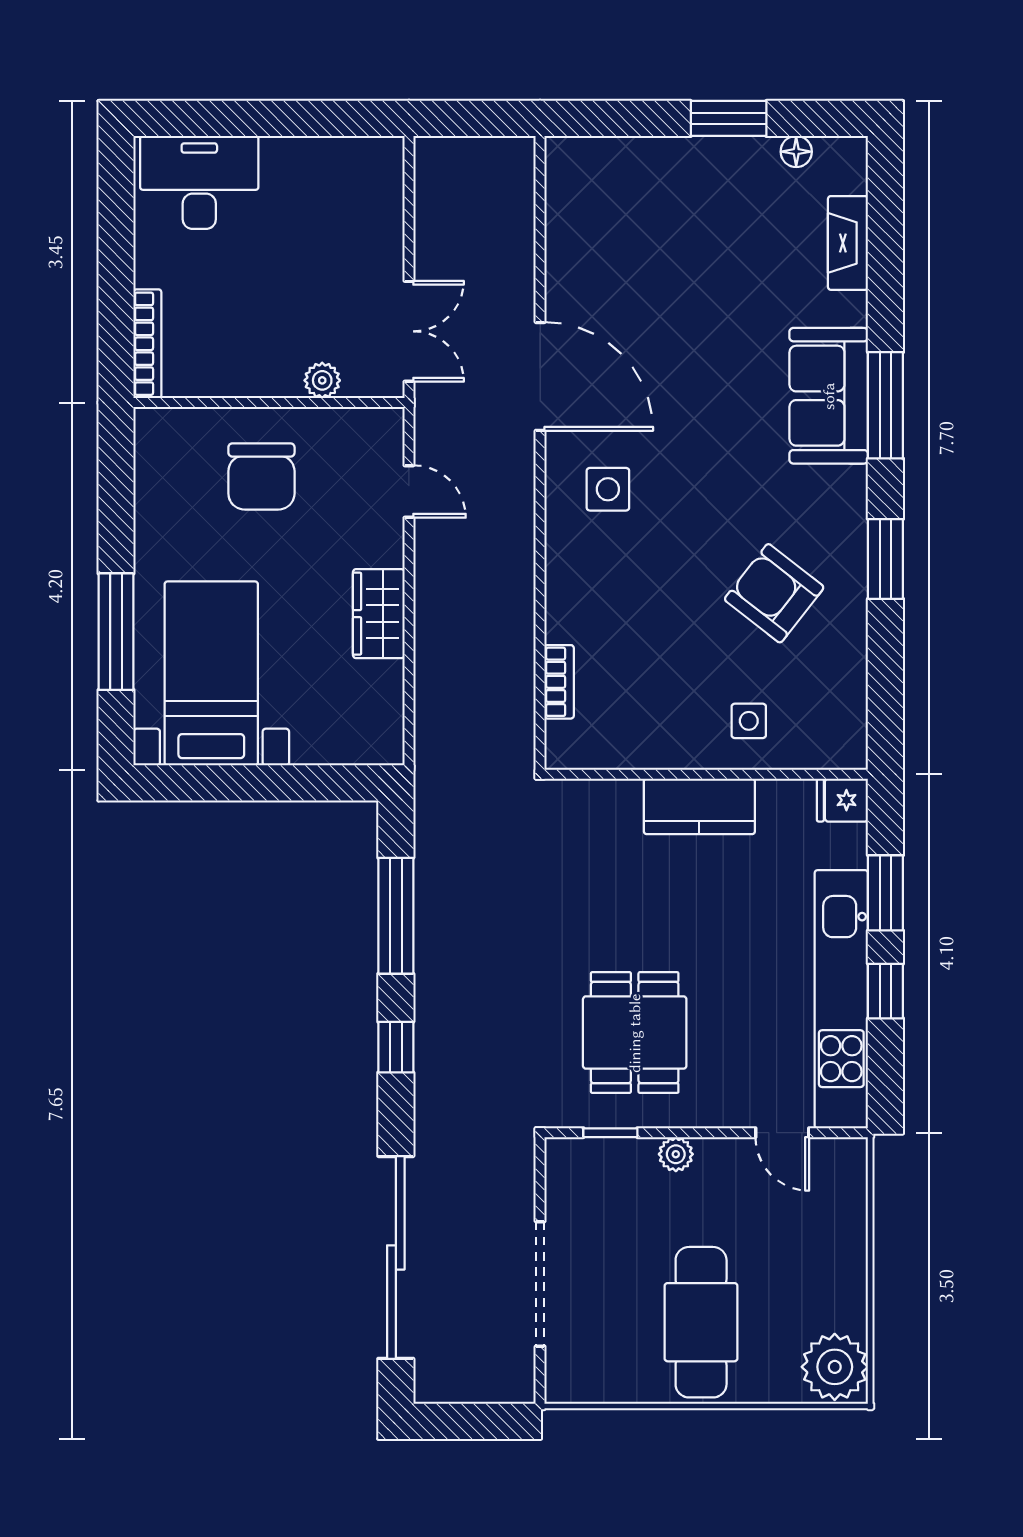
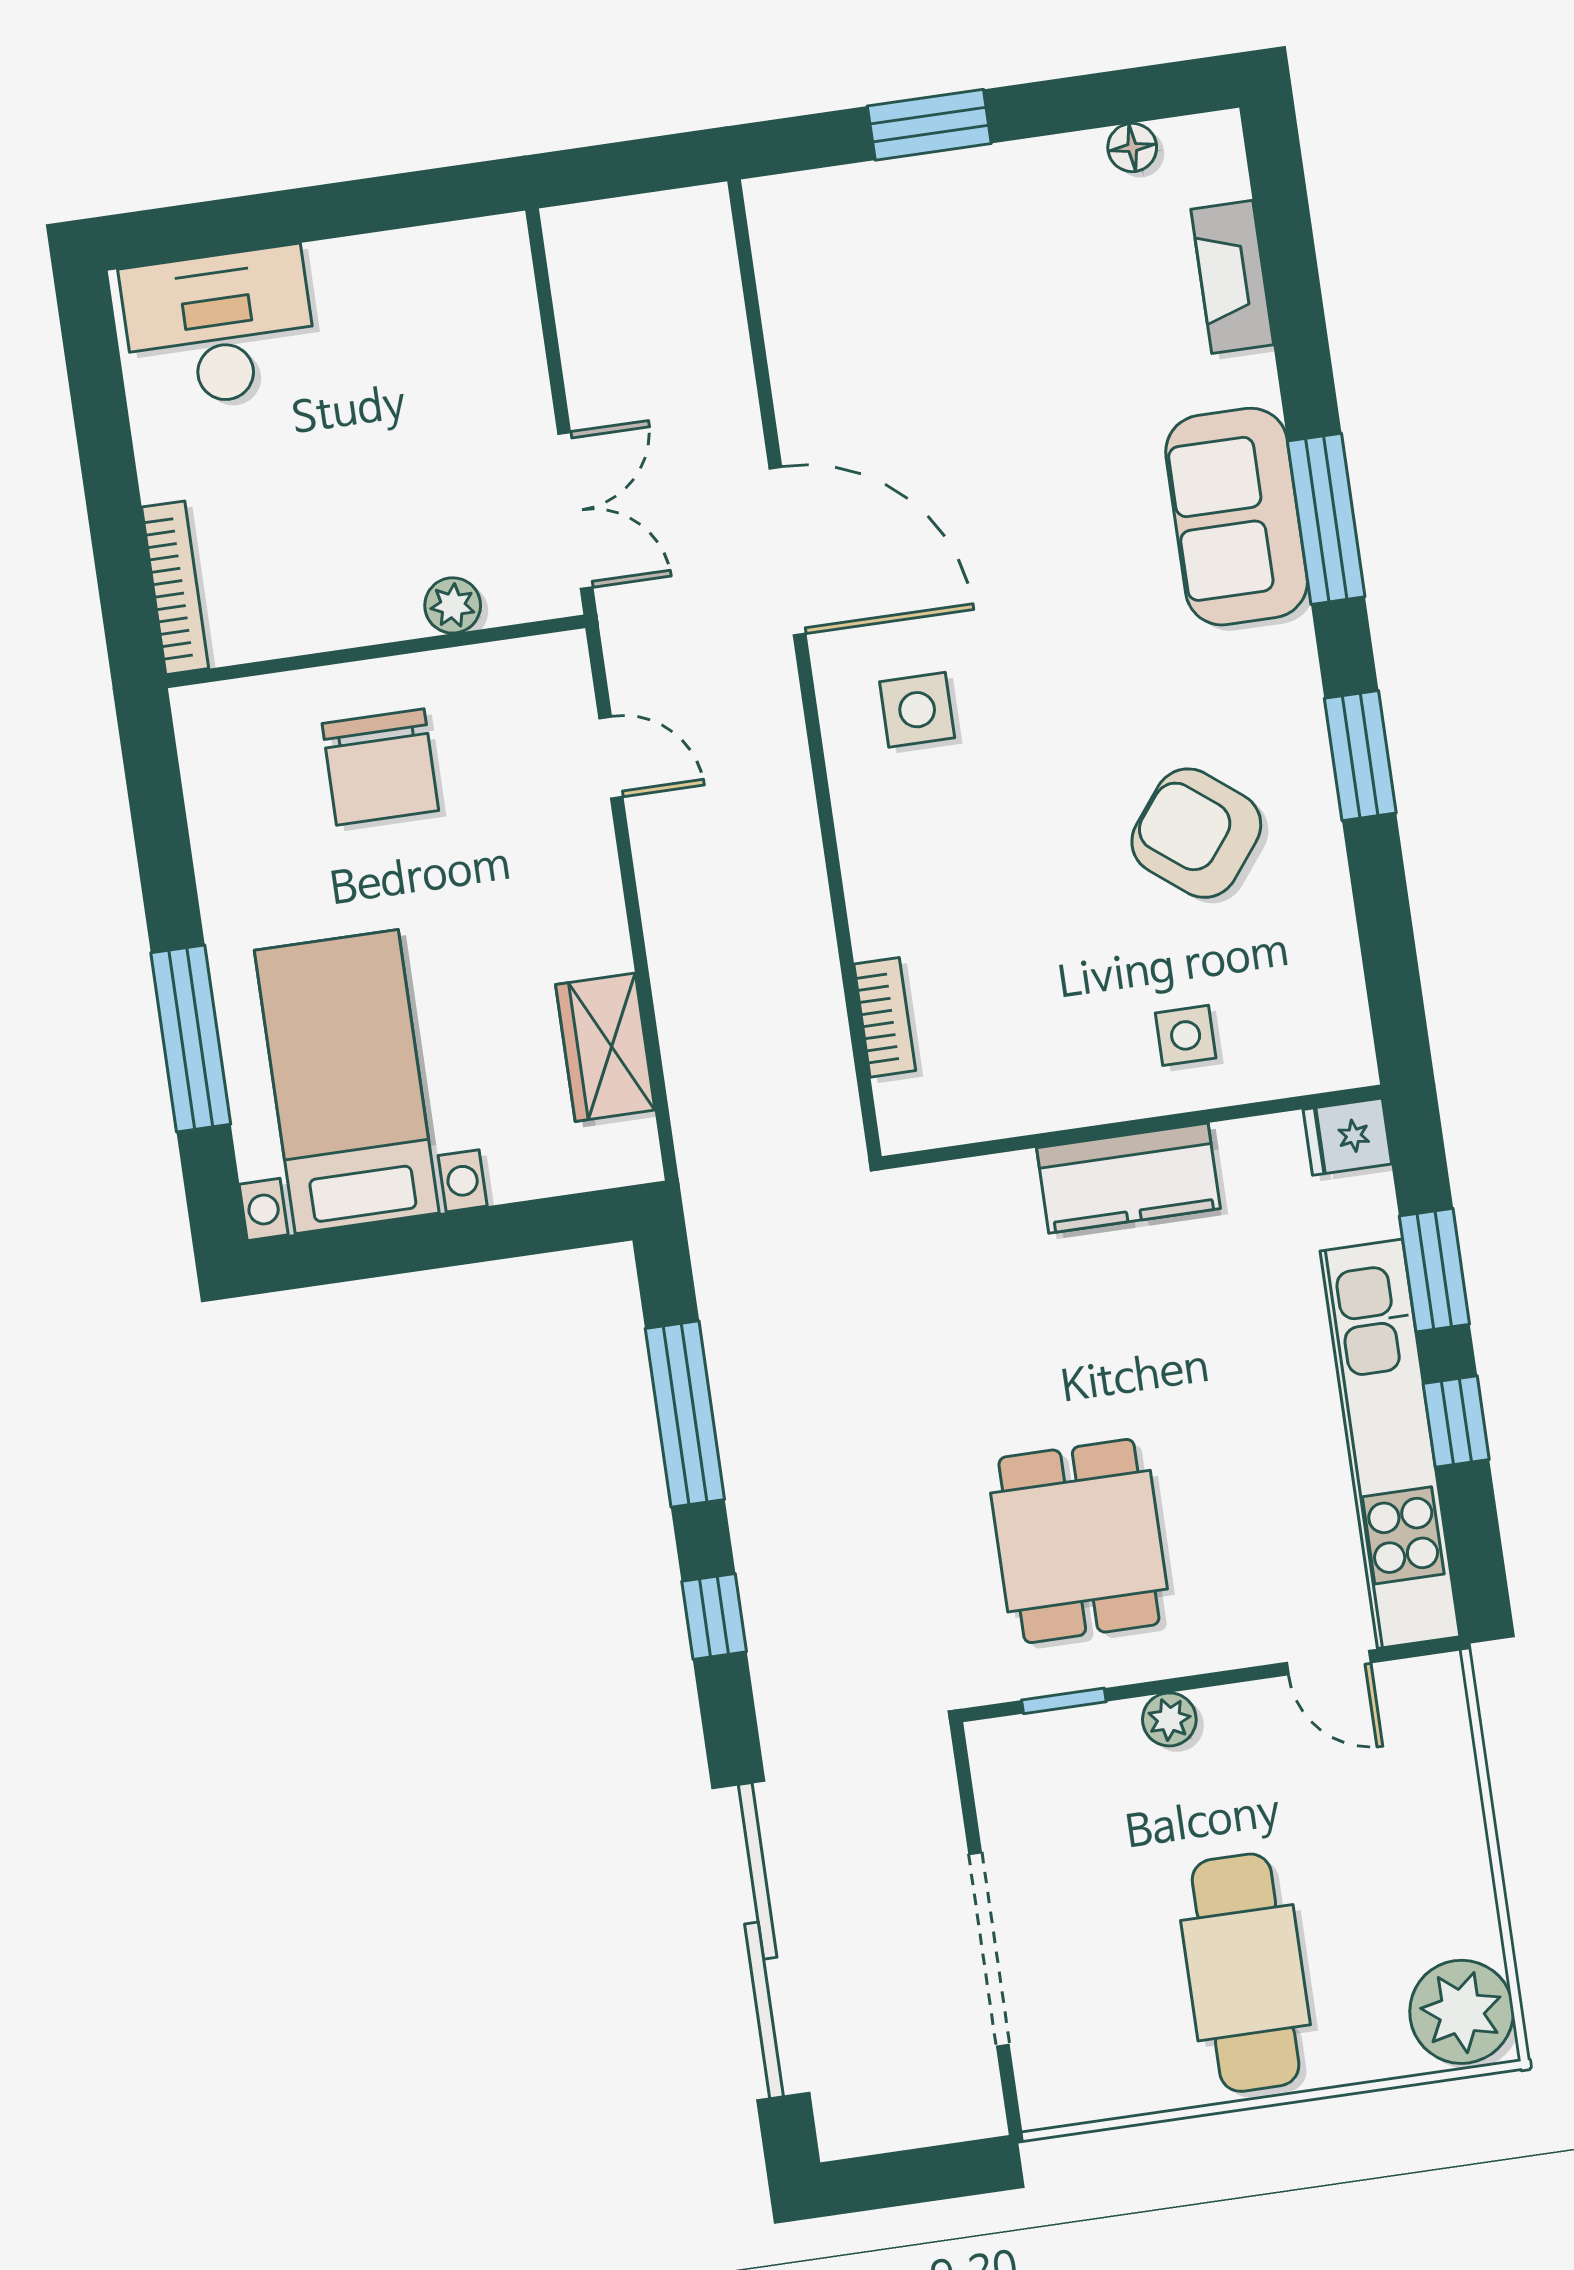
window: (729, 118) -> (929, 125), moved
wardrobe: (379, 614) -> (605, 1047), moved

